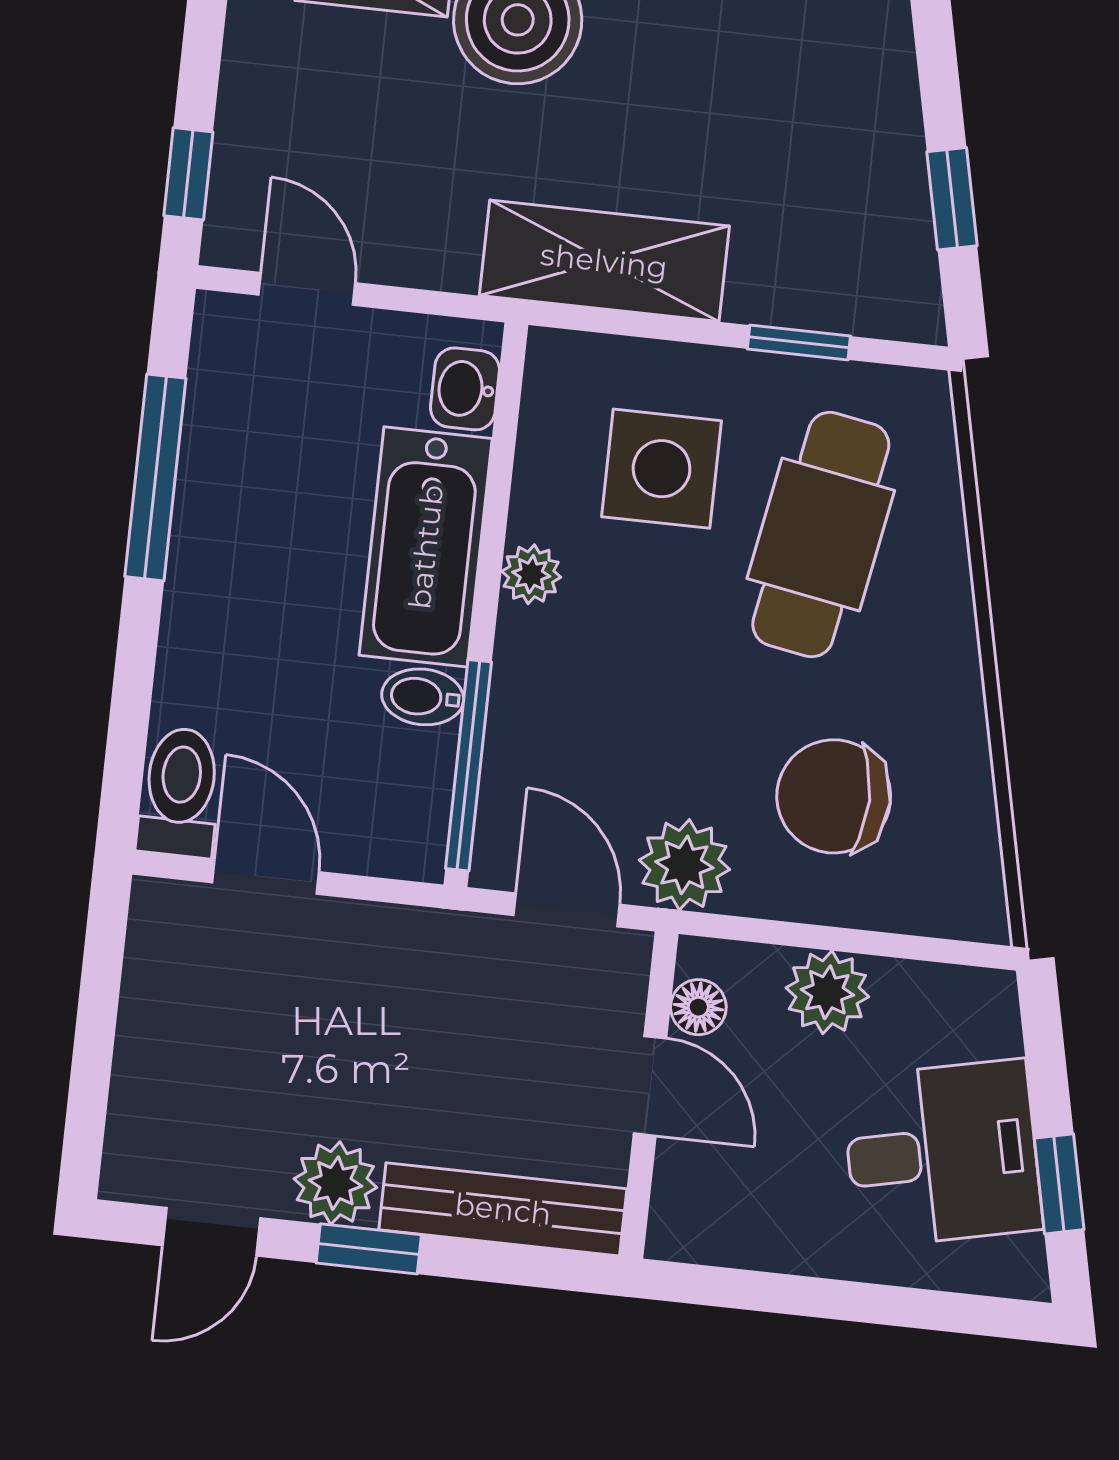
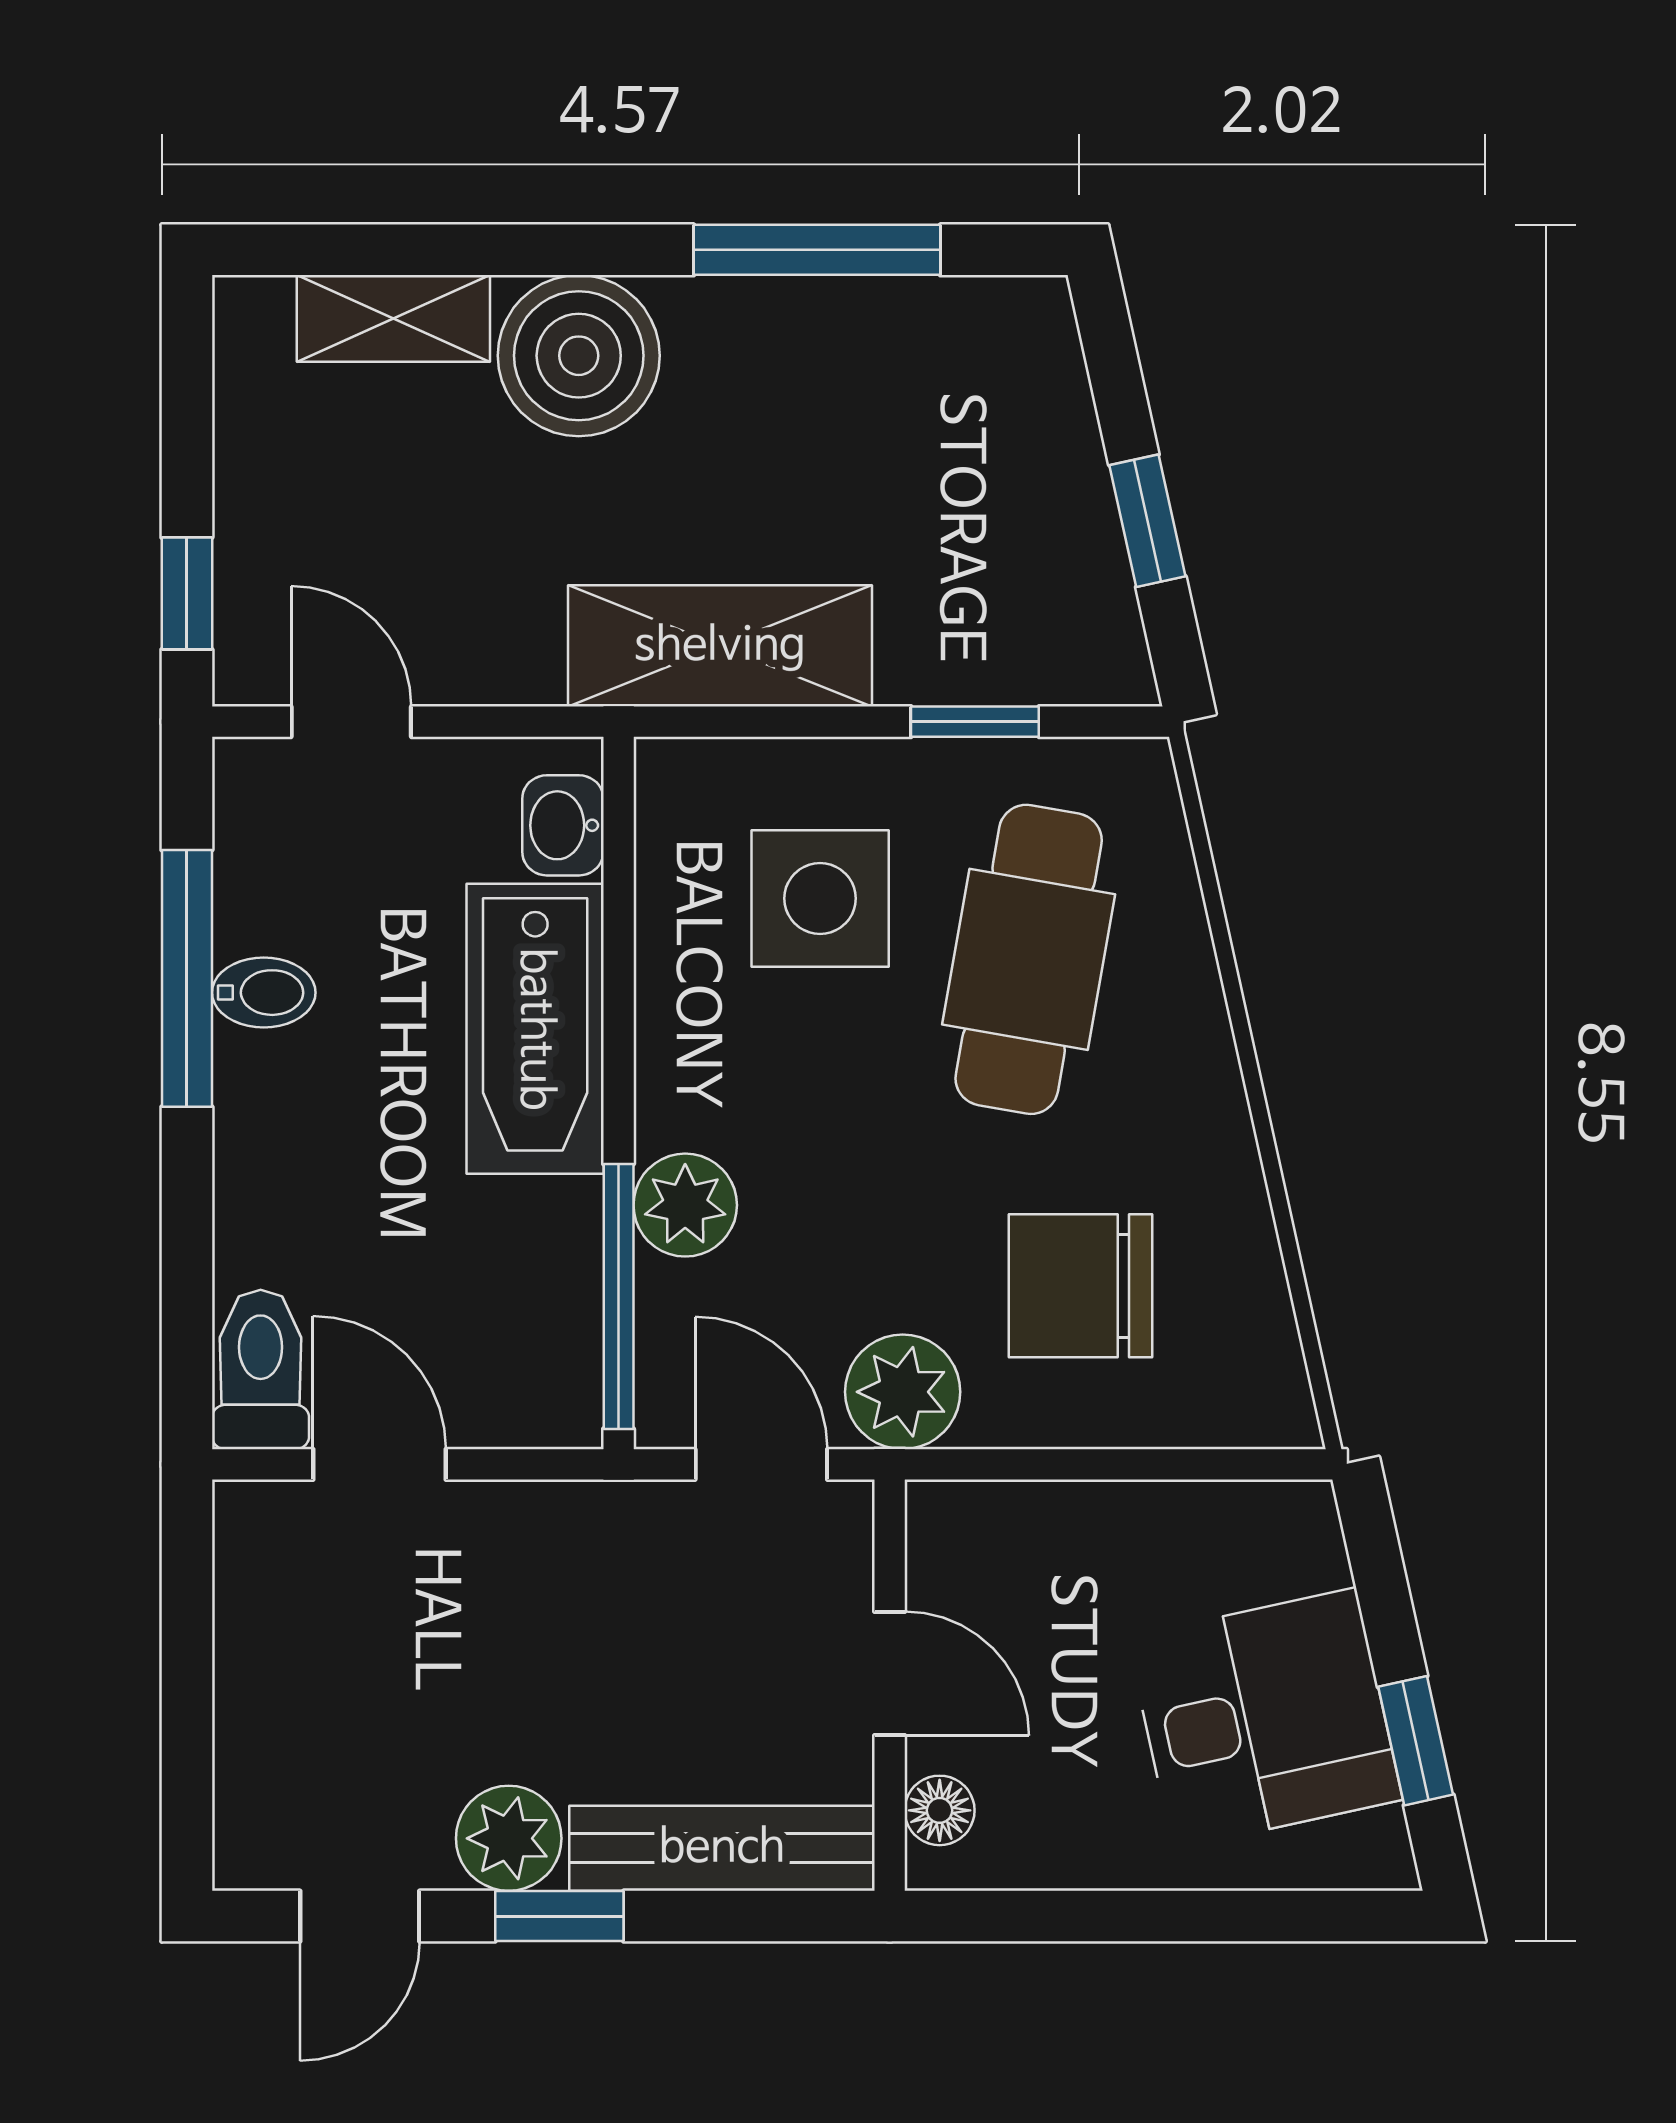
plant: (531, 574) -> (685, 1205), moved, width x1.38, depth x1.38
bidet: (423, 697) -> (264, 993), moved, turned 180
plant: (827, 992) -> (1099, 1532), removed
floor lamp: (698, 1007) -> (940, 1810), moved

